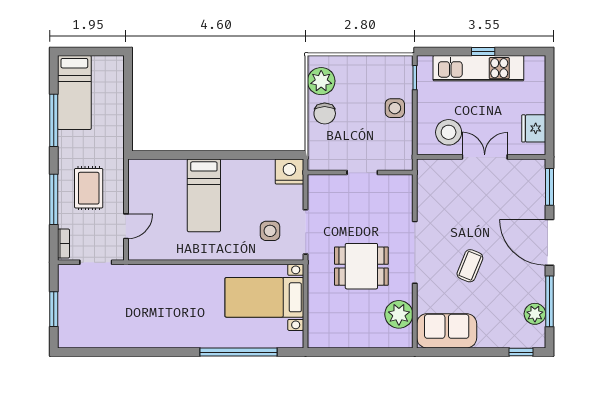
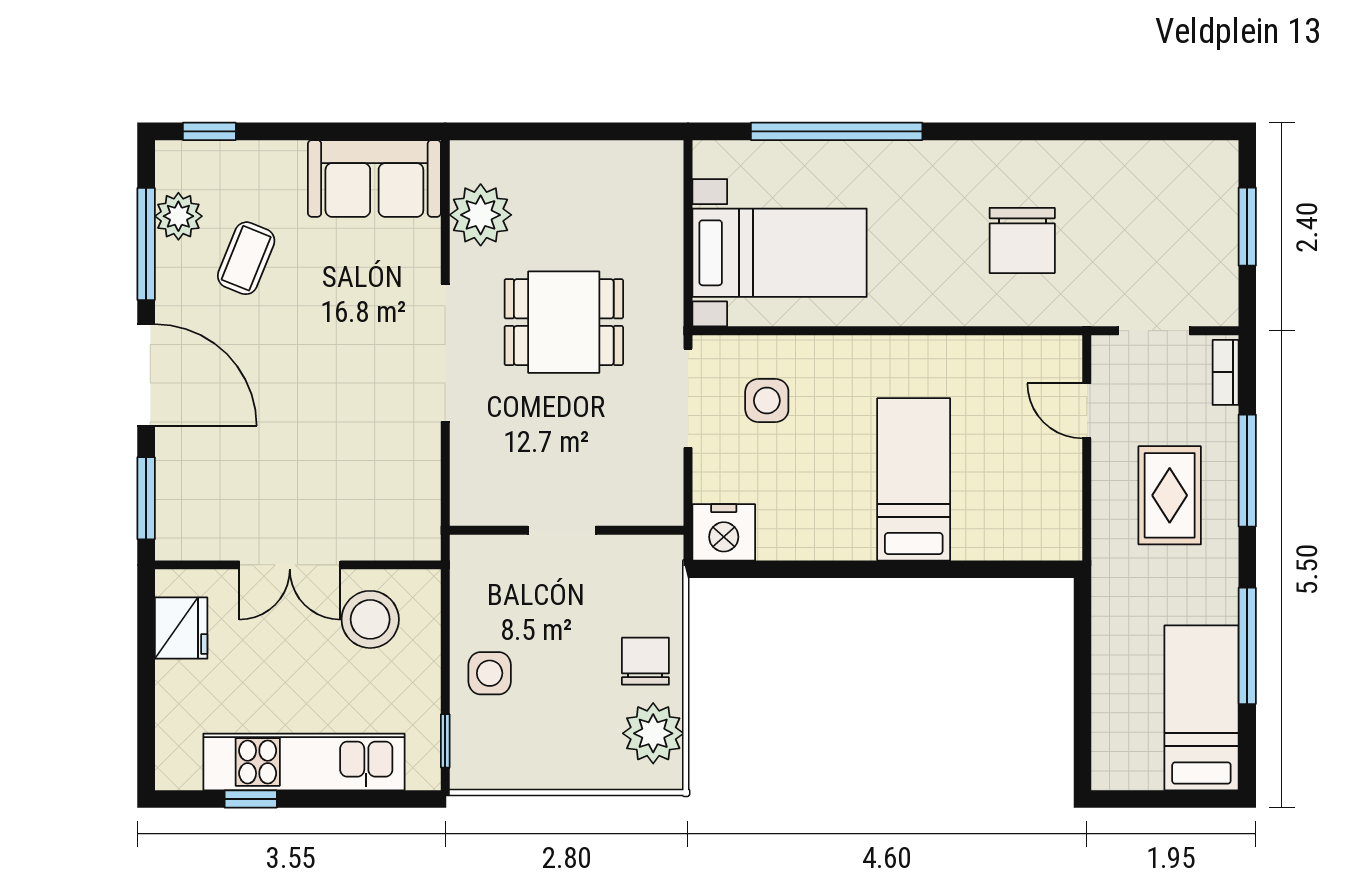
window: (483, 51) -> (251, 799), moved
door: (126, 226) -> (1087, 411), hinge flipped
coffee table: (470, 266) -> (246, 258), moved
chair: (155, 303) -> (1022, 240), added

